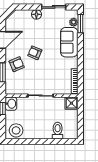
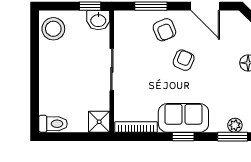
sofa: (69, 42) -> (183, 118), moved
window: (80, 53) -> (183, 137), added
toilet: (58, 131) -> (53, 124), moved

